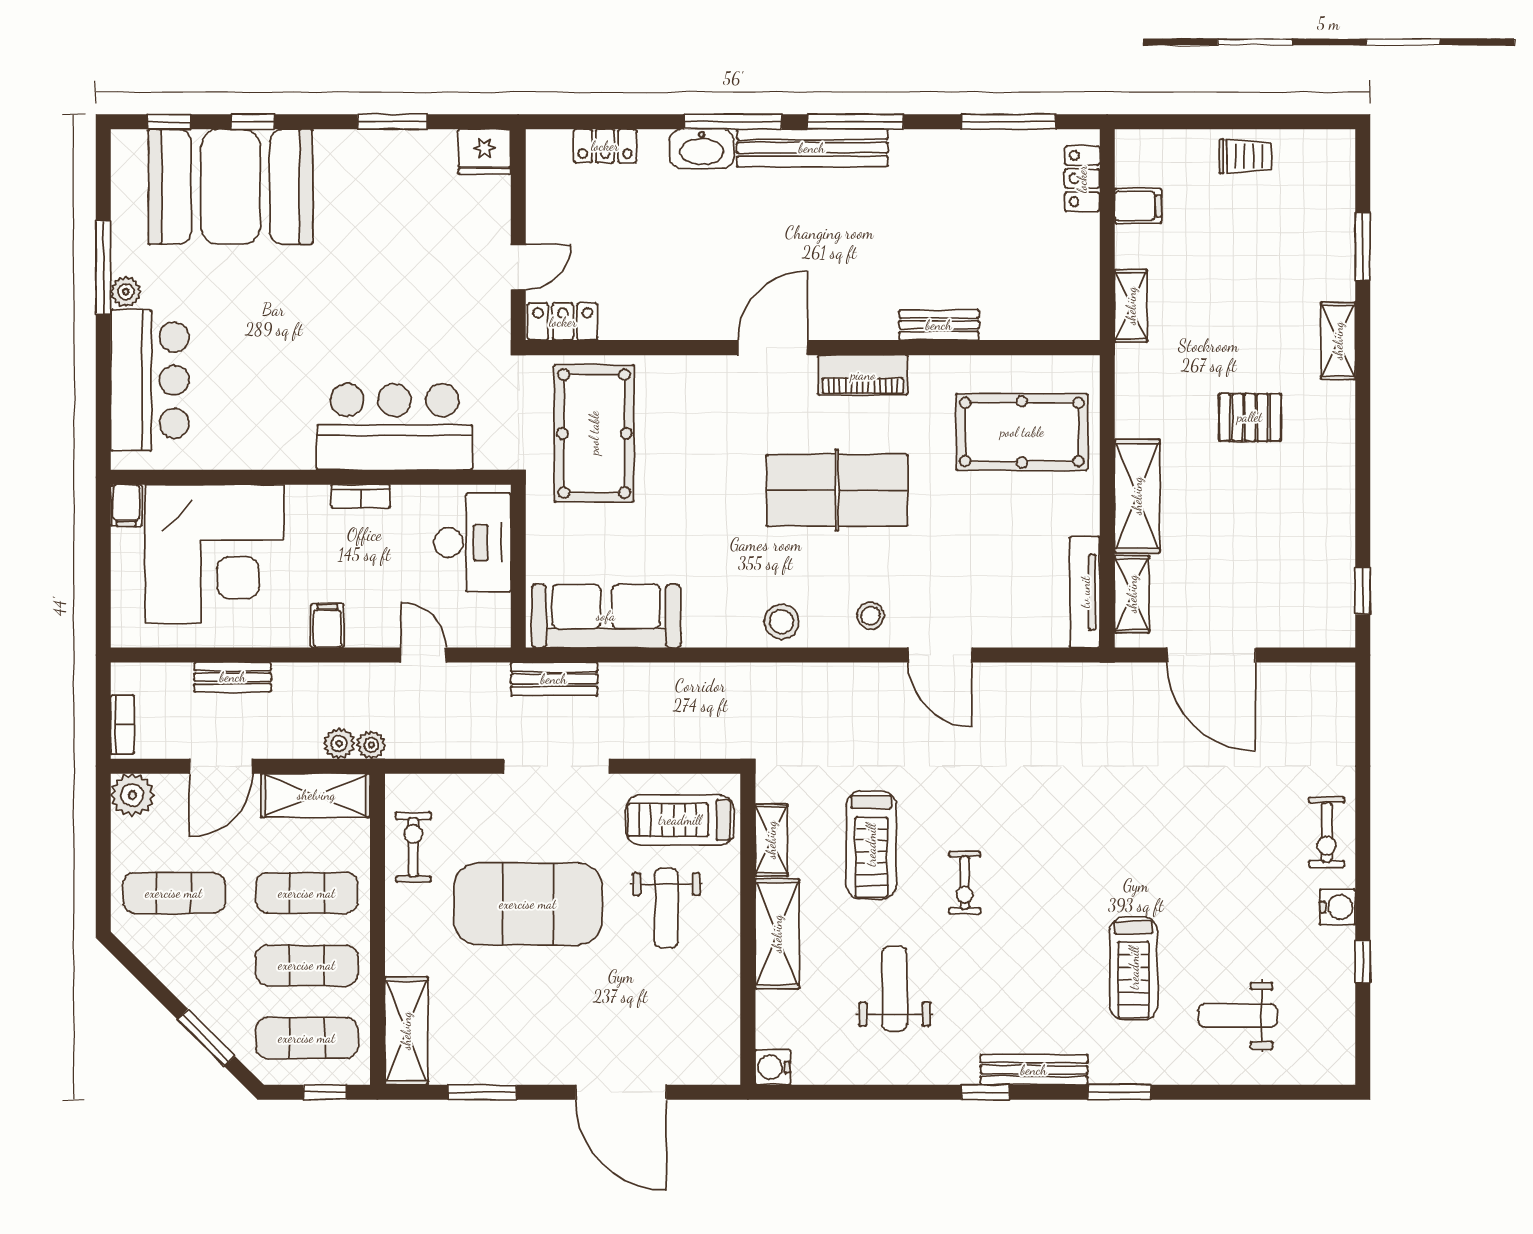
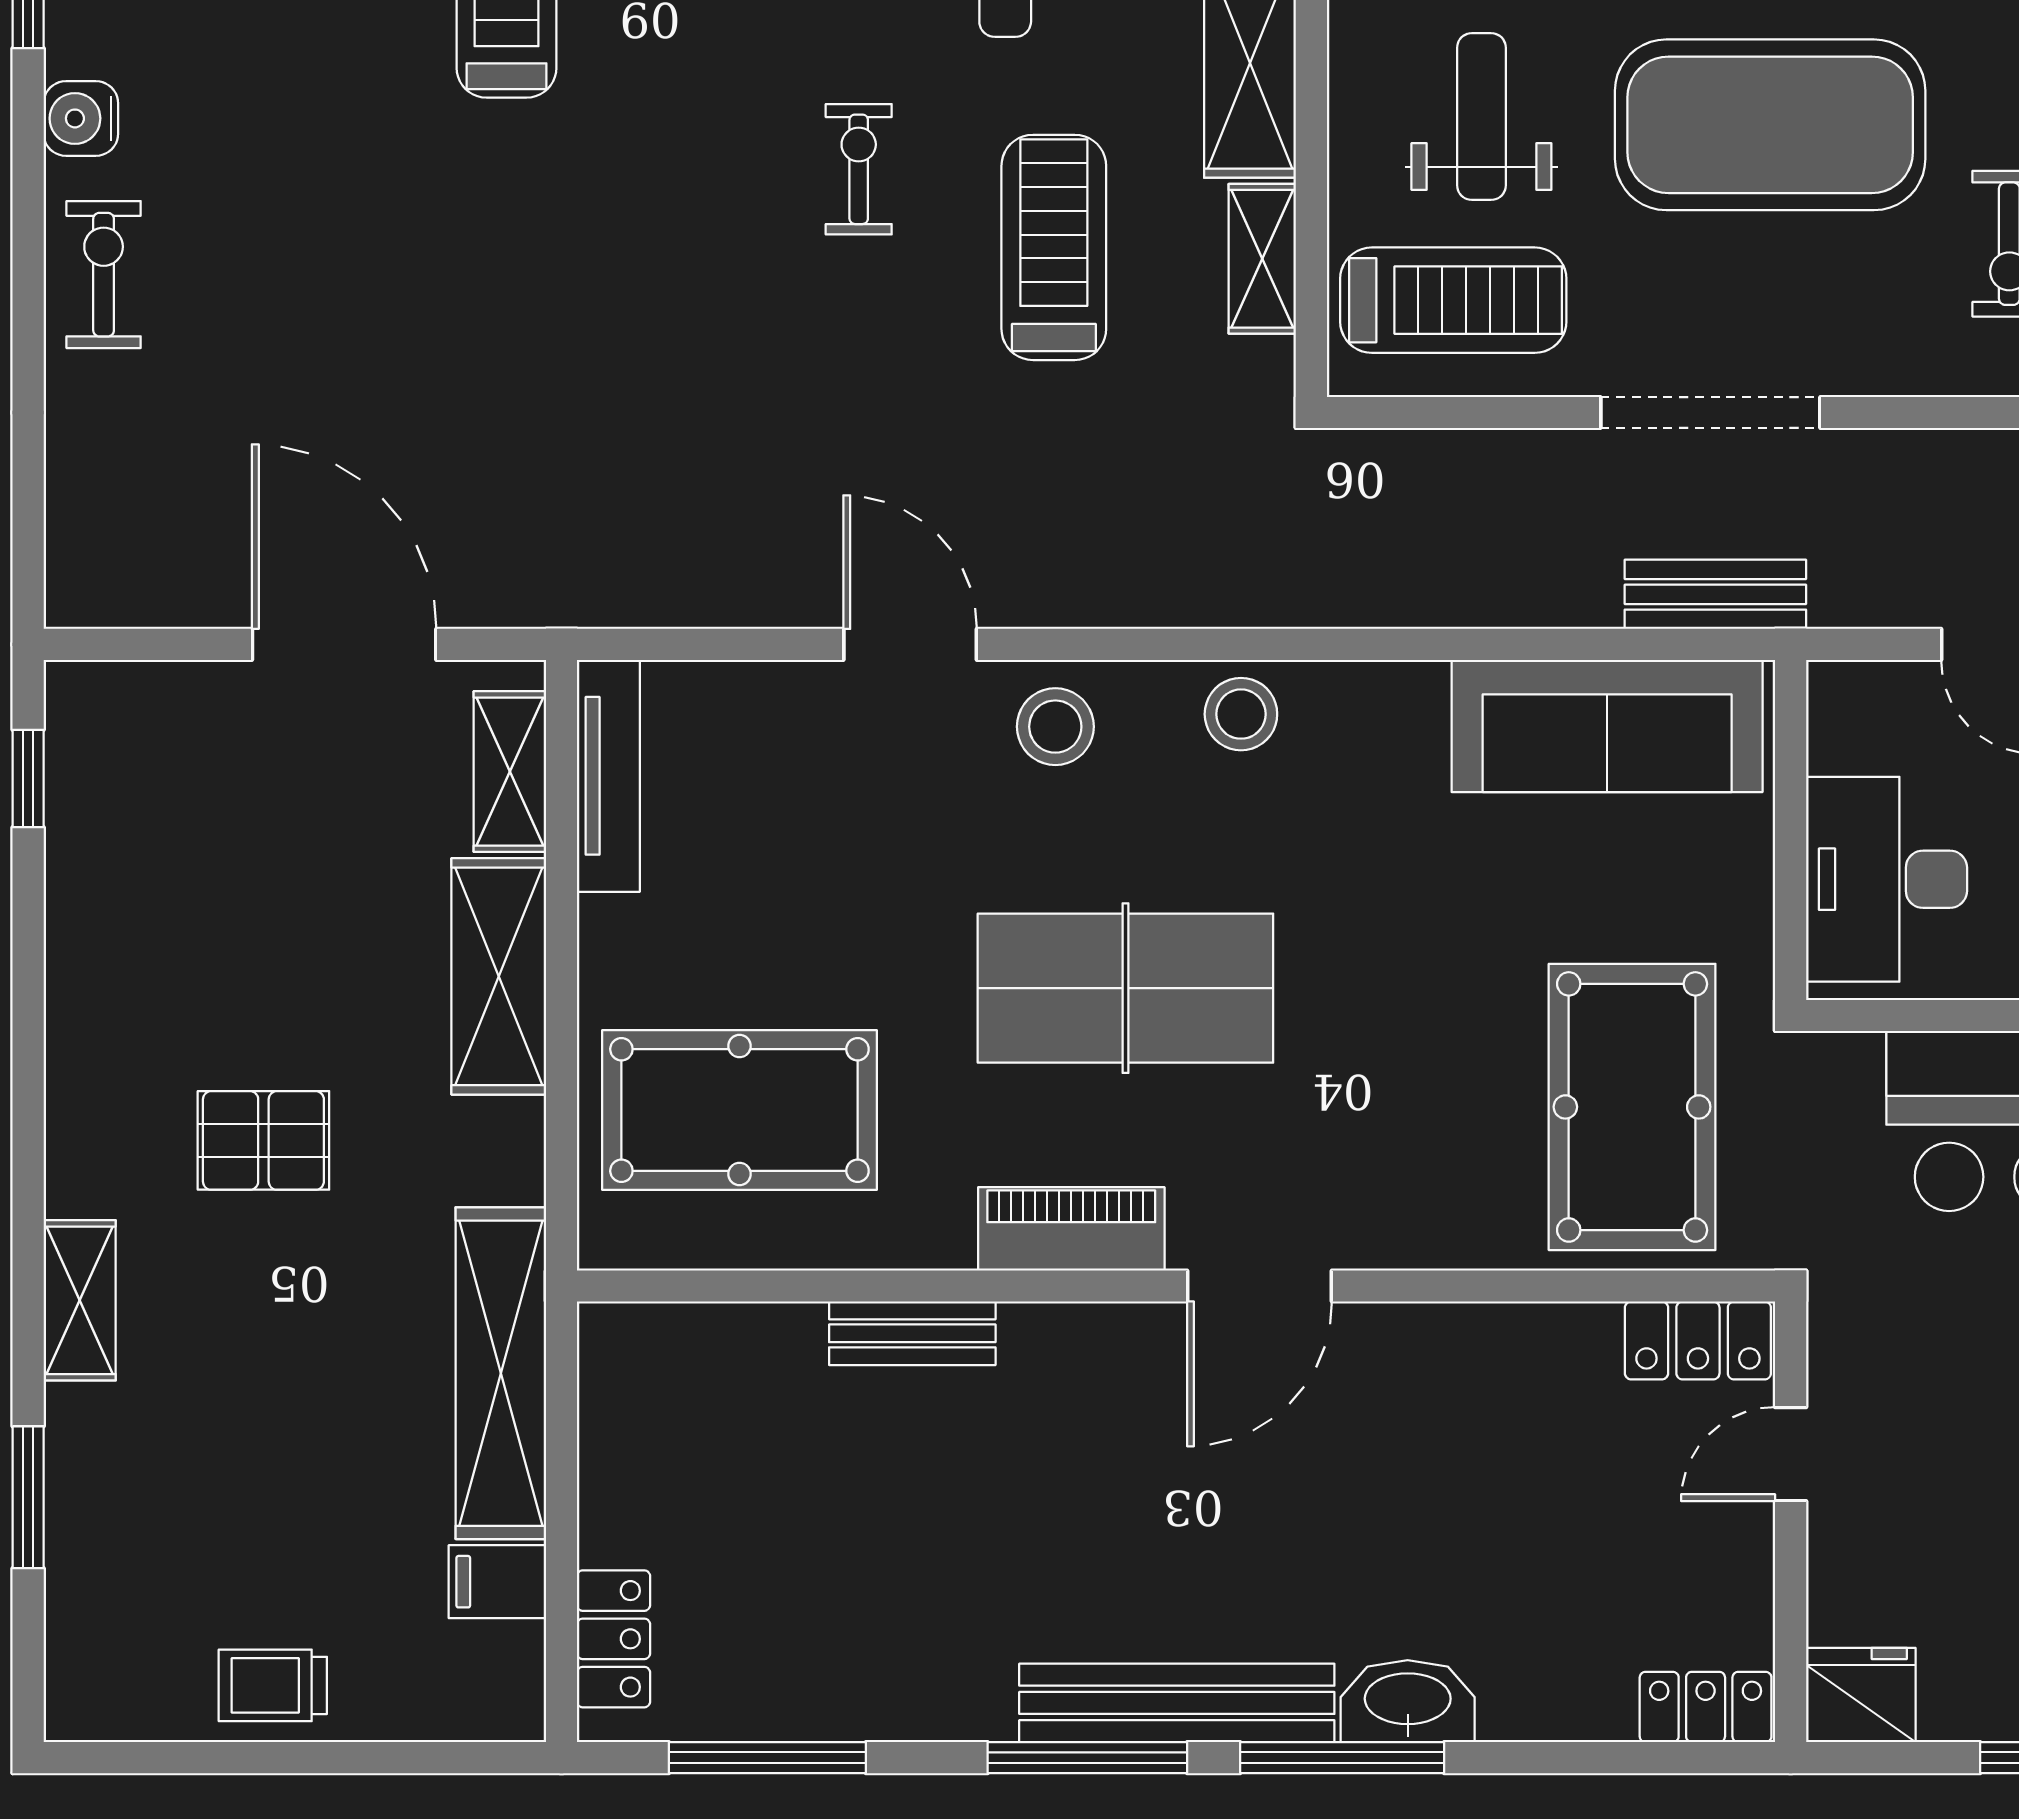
locker: (605, 146) -> (1706, 1707), moved
shelving: (1131, 306) -> (501, 1373), width x2.20, depth x1.33
stool: (871, 616) -> (1055, 727), width x1.37, depth x1.37

